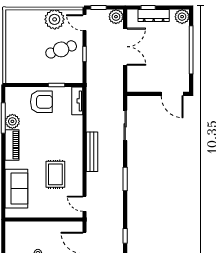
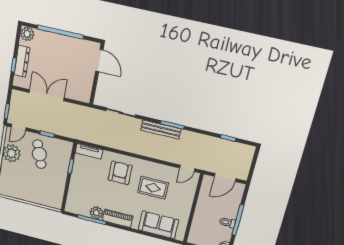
plant: (116, 17) -> (18, 97), removed
door: (172, 94) -> (99, 61), hinge flipped
armchair: (41, 102) -> (120, 173), moved
bench: (92, 152) -> (161, 130), moved

